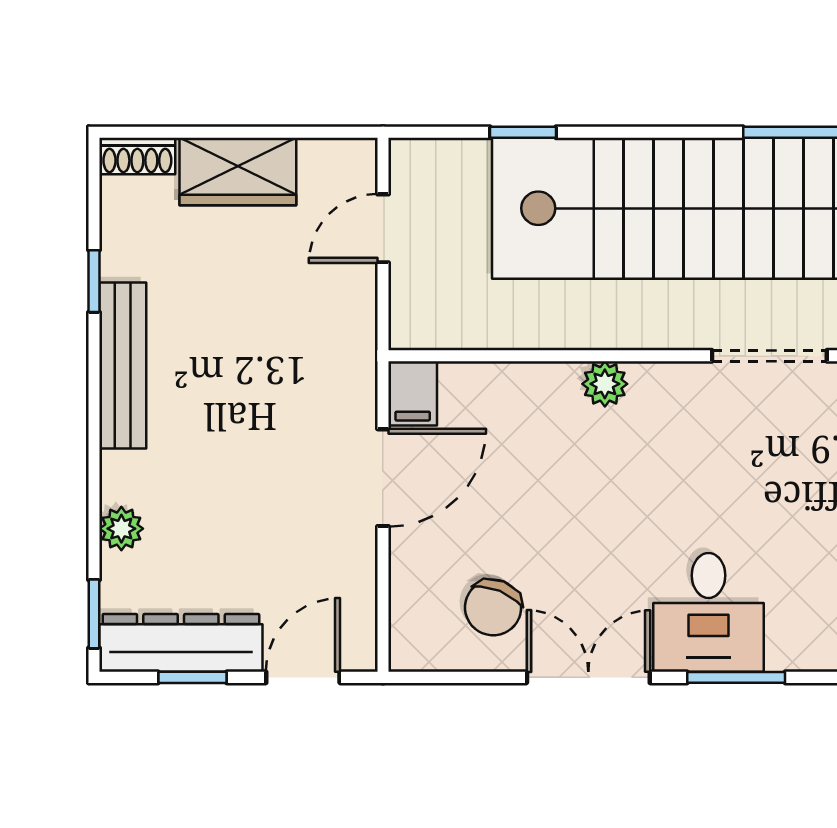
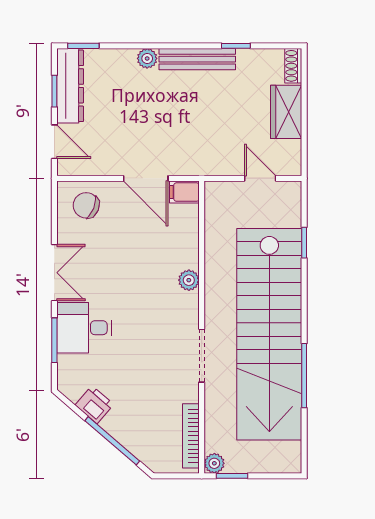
plant: (121, 529) -> (147, 58), moved
chair: (493, 607) -> (86, 205), moved

